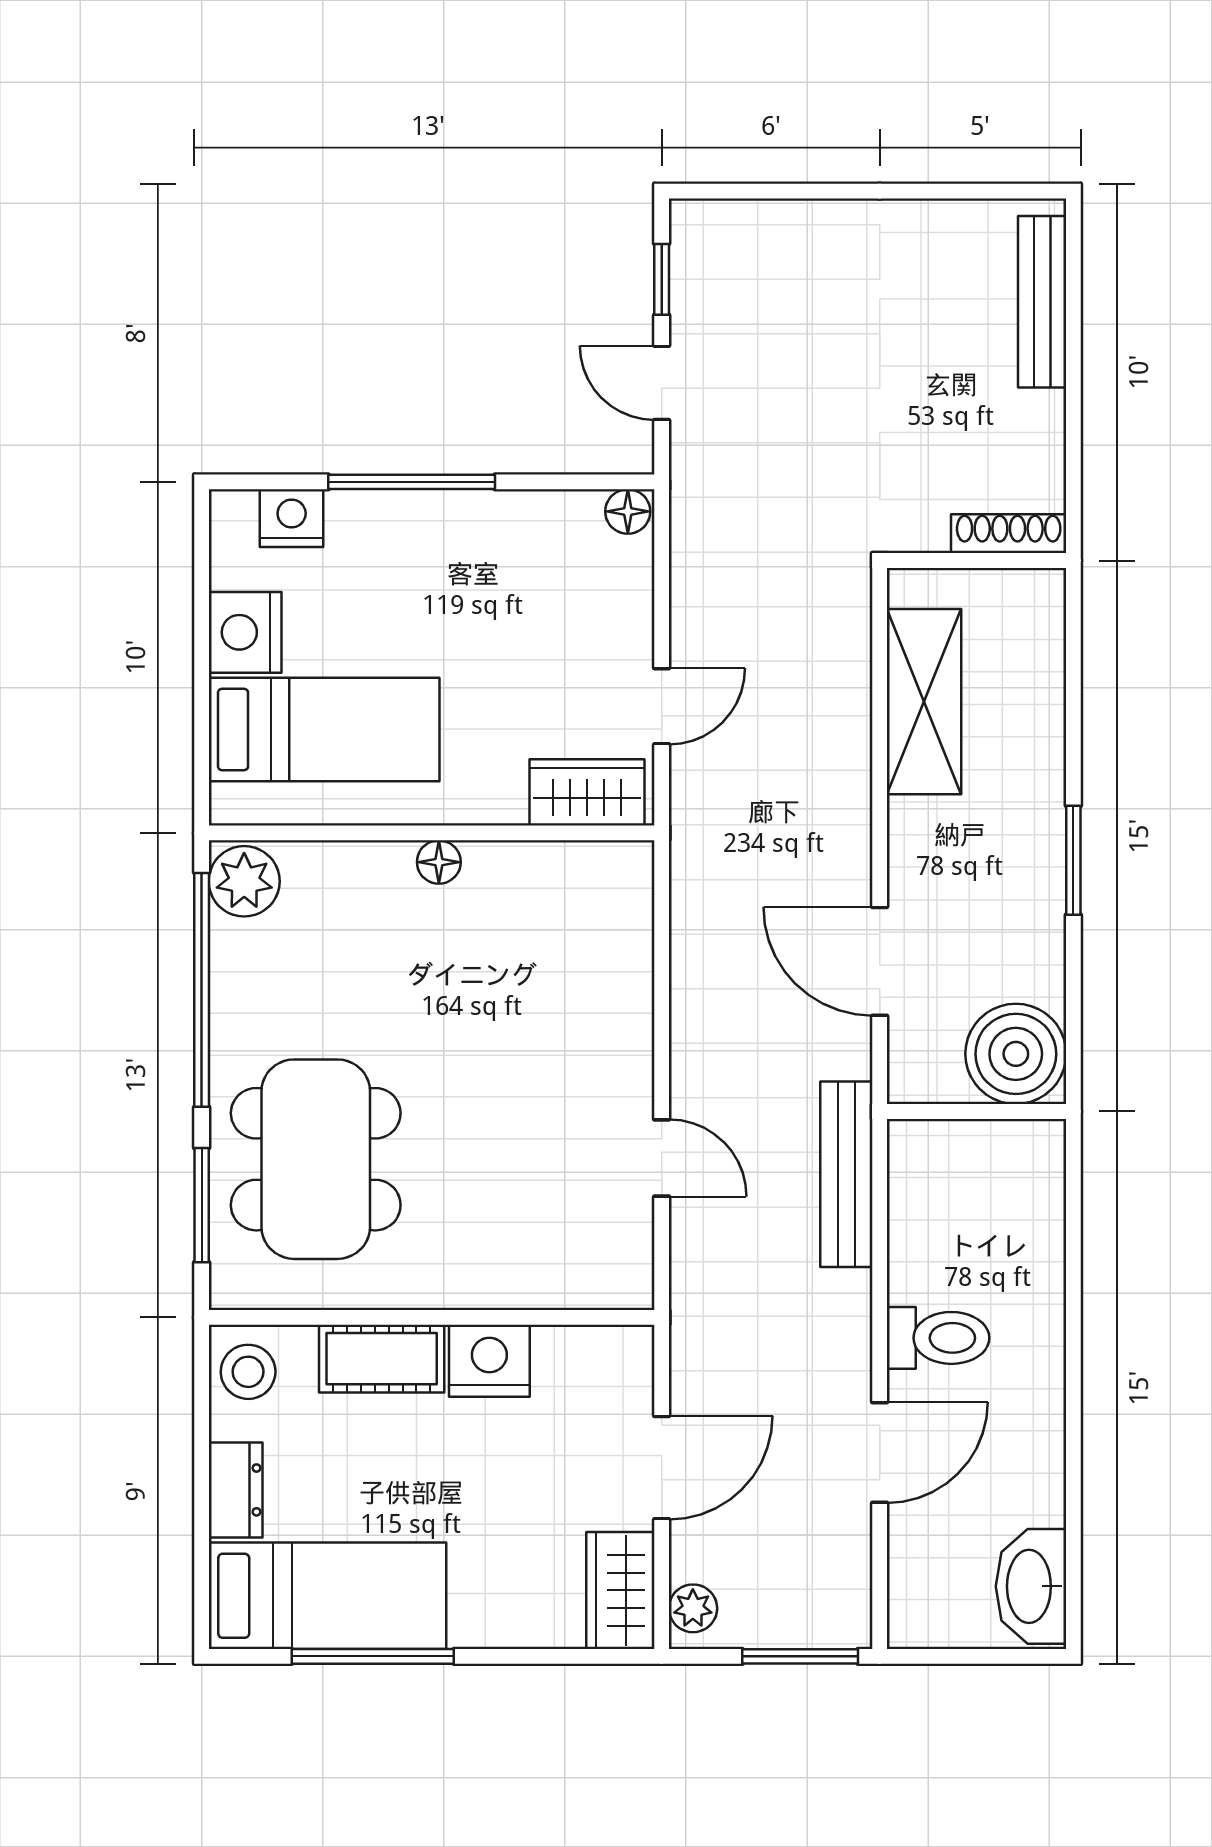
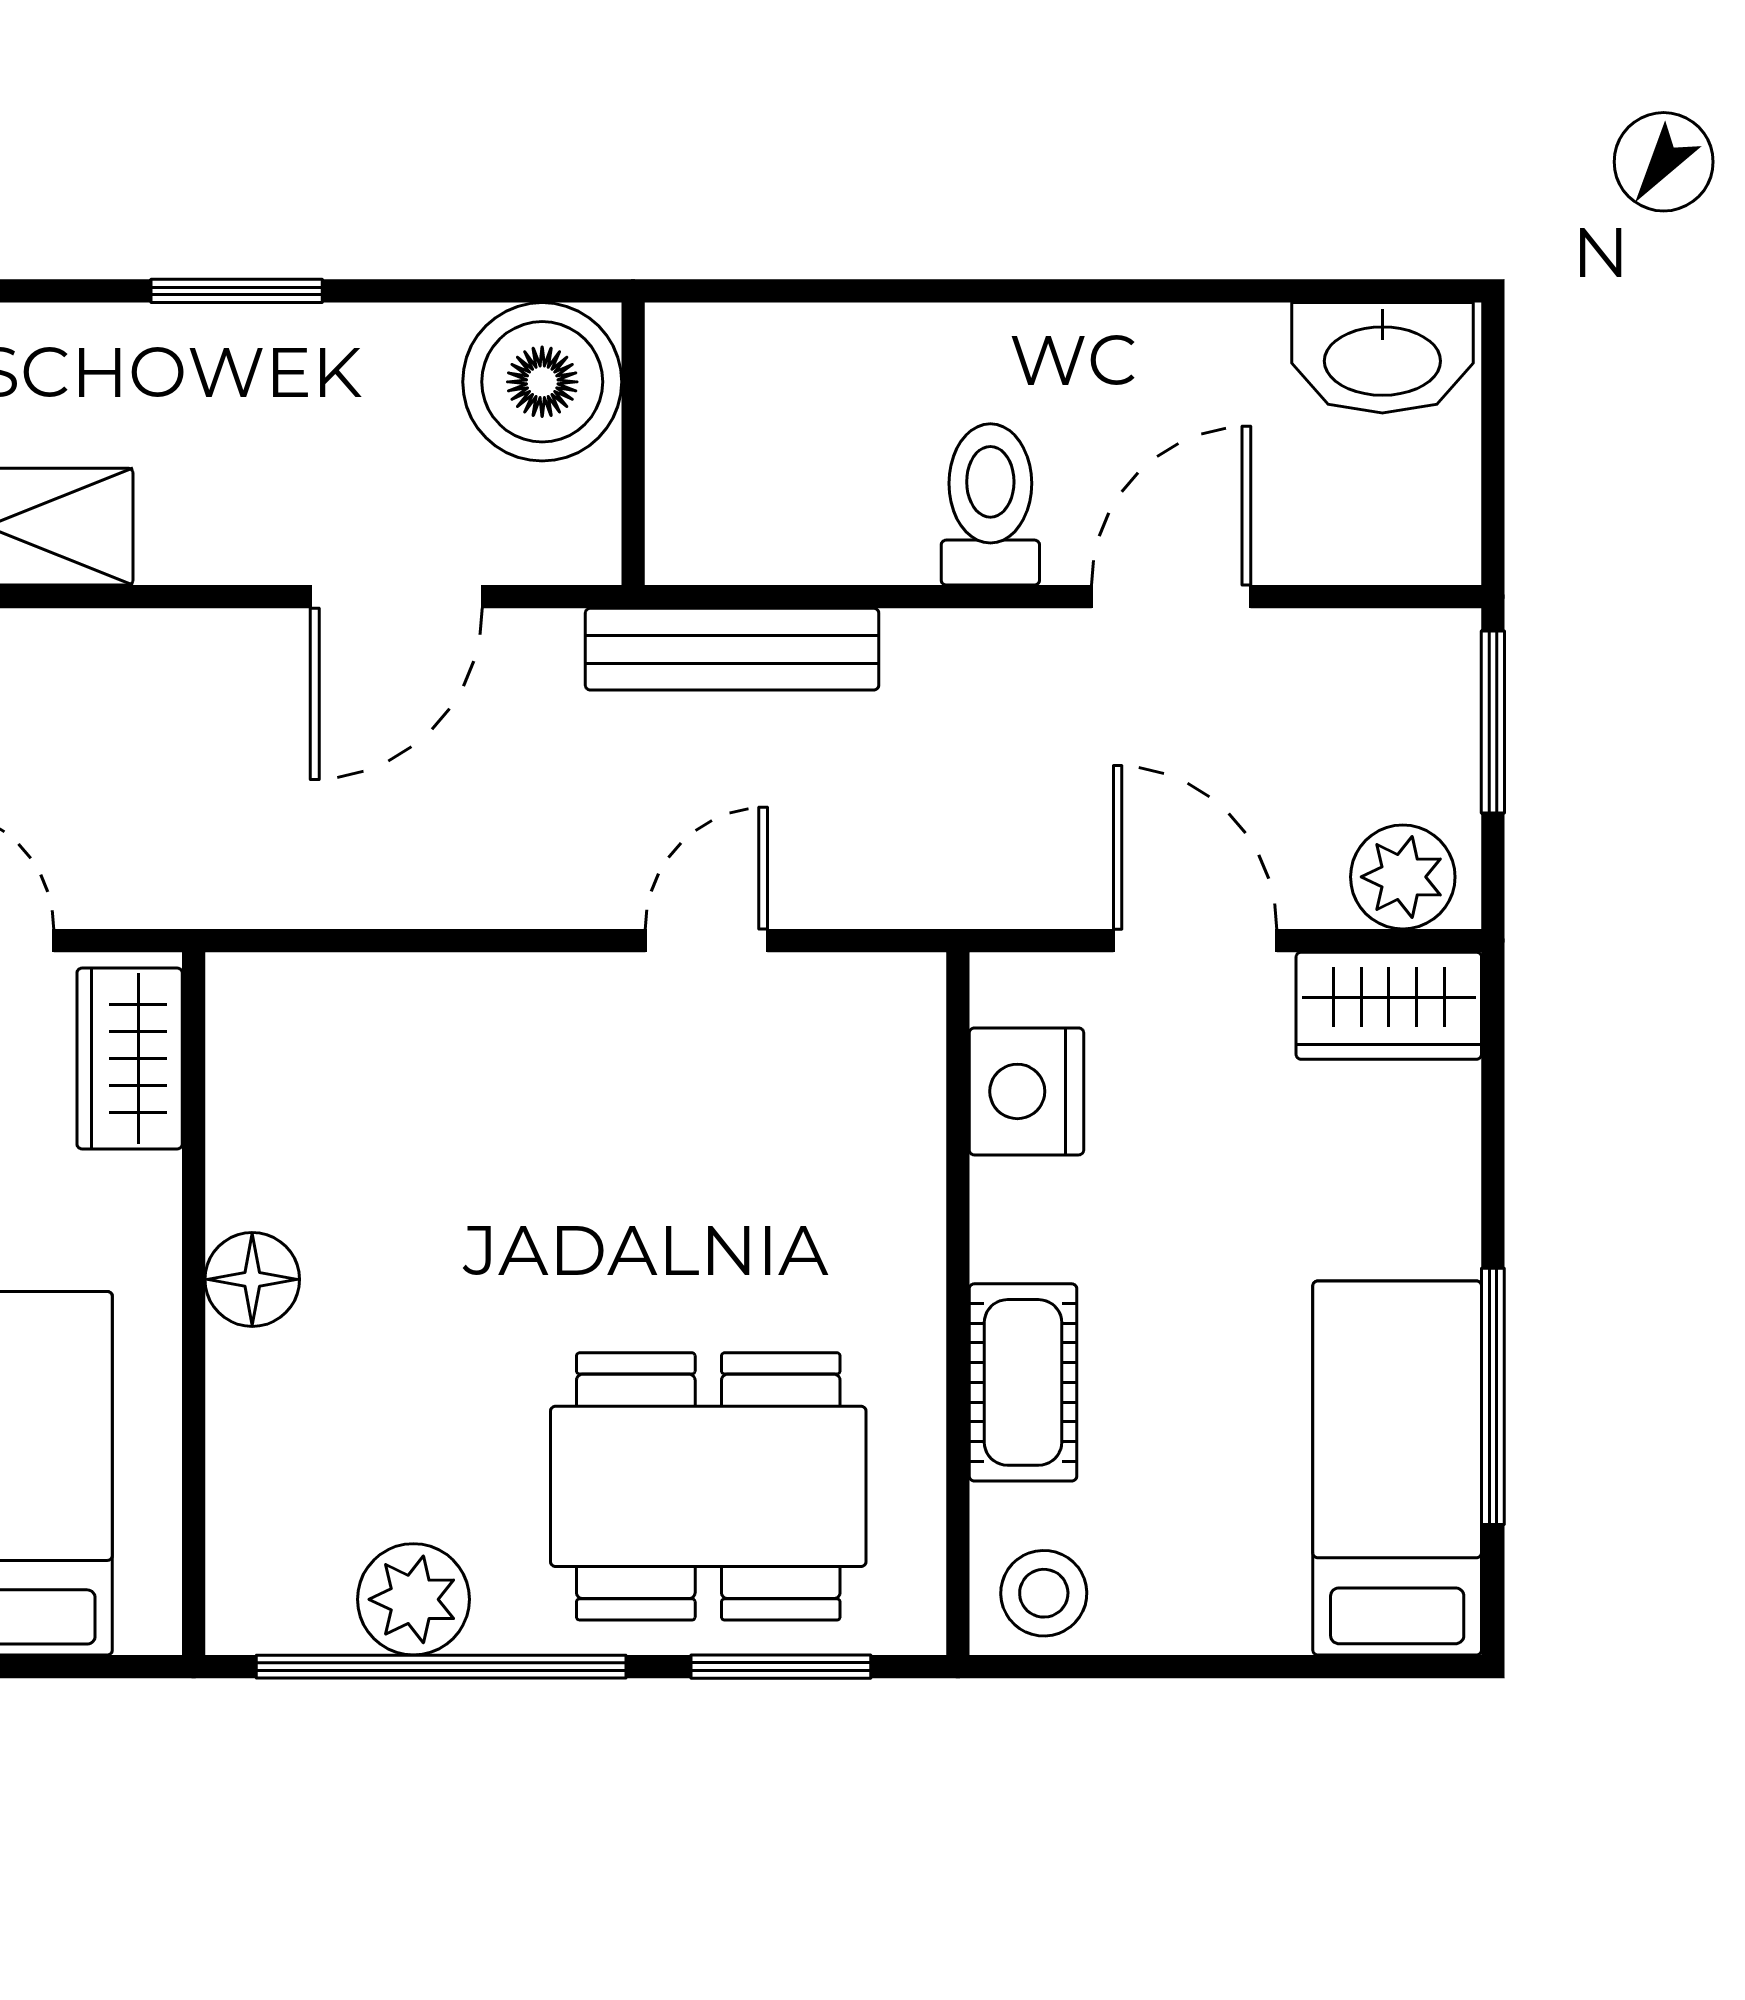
floor lamp: (439, 862) -> (252, 1279), width x1.37, depth x1.37
plant: (244, 881) -> (413, 1599), moved
nightstand: (489, 1361) -> (1026, 1091), moved
door: (880, 1452) -> (1171, 597), hinge flipped
dresser: (236, 1490) -> (1230, 1613), removed
plant: (693, 1608) -> (1403, 877), width x1.38, depth x1.38

